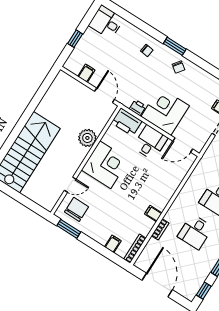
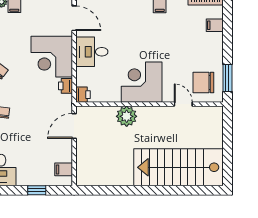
filing cabinet: (86, 73) -> (64, 169), moved
printer: (127, 122) -> (83, 95), width x0.53, depth x0.68

